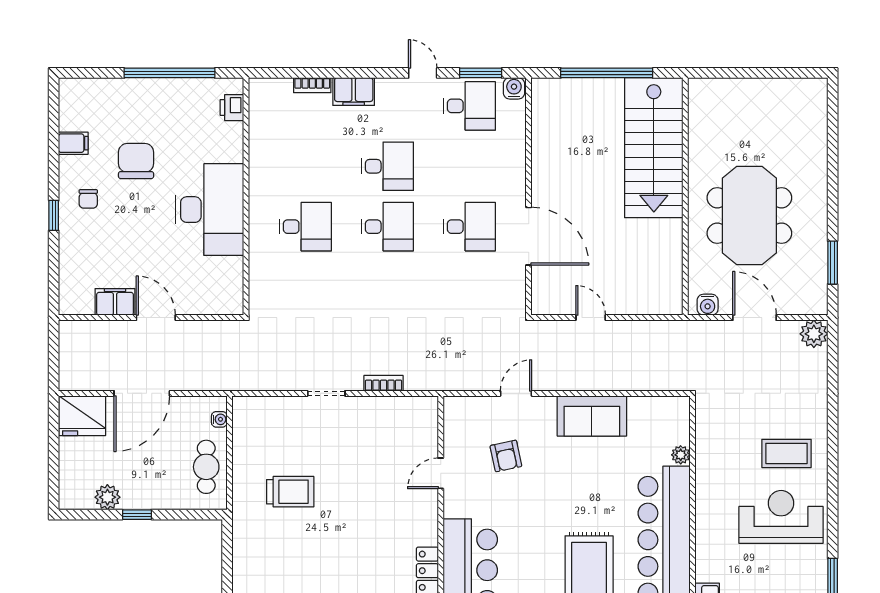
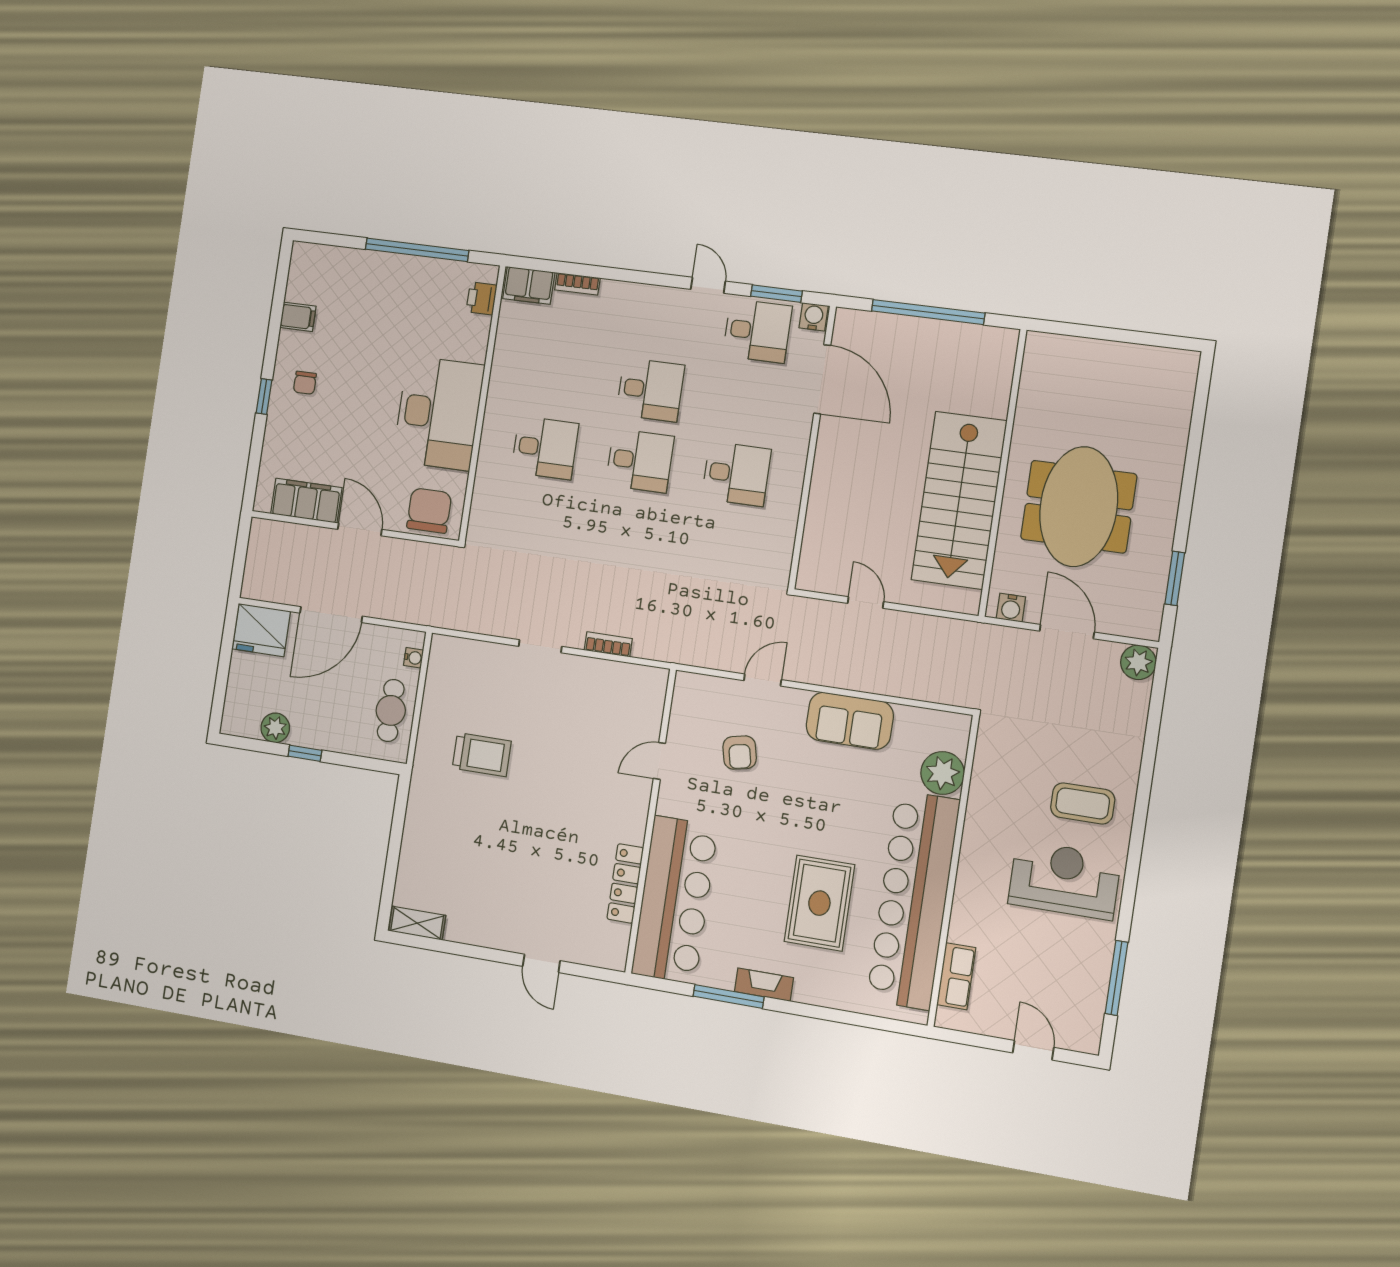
filing cabinet: (354, 92) -> (529, 285), moved
stairs: (654, 148) -> (959, 500), moved
chair: (136, 161) -> (429, 511), moved
door: (529, 236) -> (822, 379), moved
filing cabinet: (115, 302) -> (306, 501), width x1.50, depth x1.17
plant: (681, 455) -> (943, 773), width x1.88, depth x1.88

